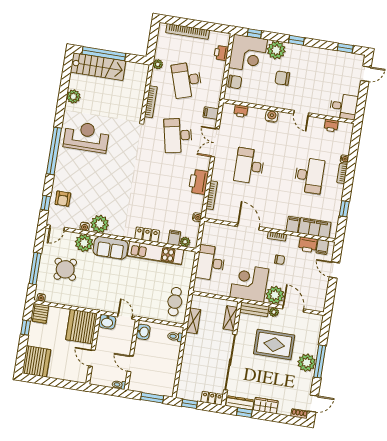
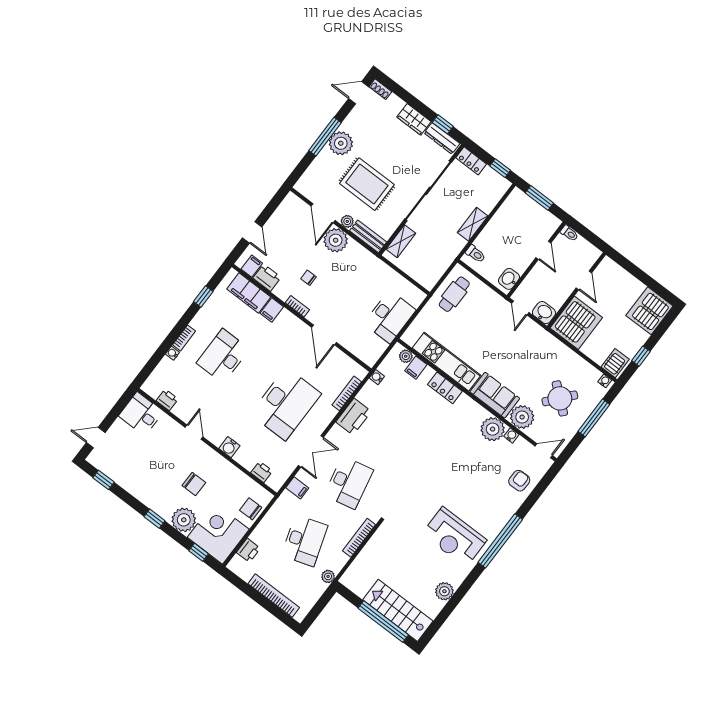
desk: (249, 166) -> (286, 404), width x1.36, depth x1.30
window: (46, 203) -> (542, 486), removed
corner desk: (249, 283) -> (358, 270), removed
shelving: (193, 321) -> (473, 224), moved

